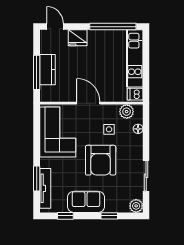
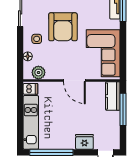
kitchen counter: (47, 70) -> (113, 96), moved
side table: (109, 129) -> (37, 39), moved
armchair: (101, 160) -> (63, 27), turned 180

